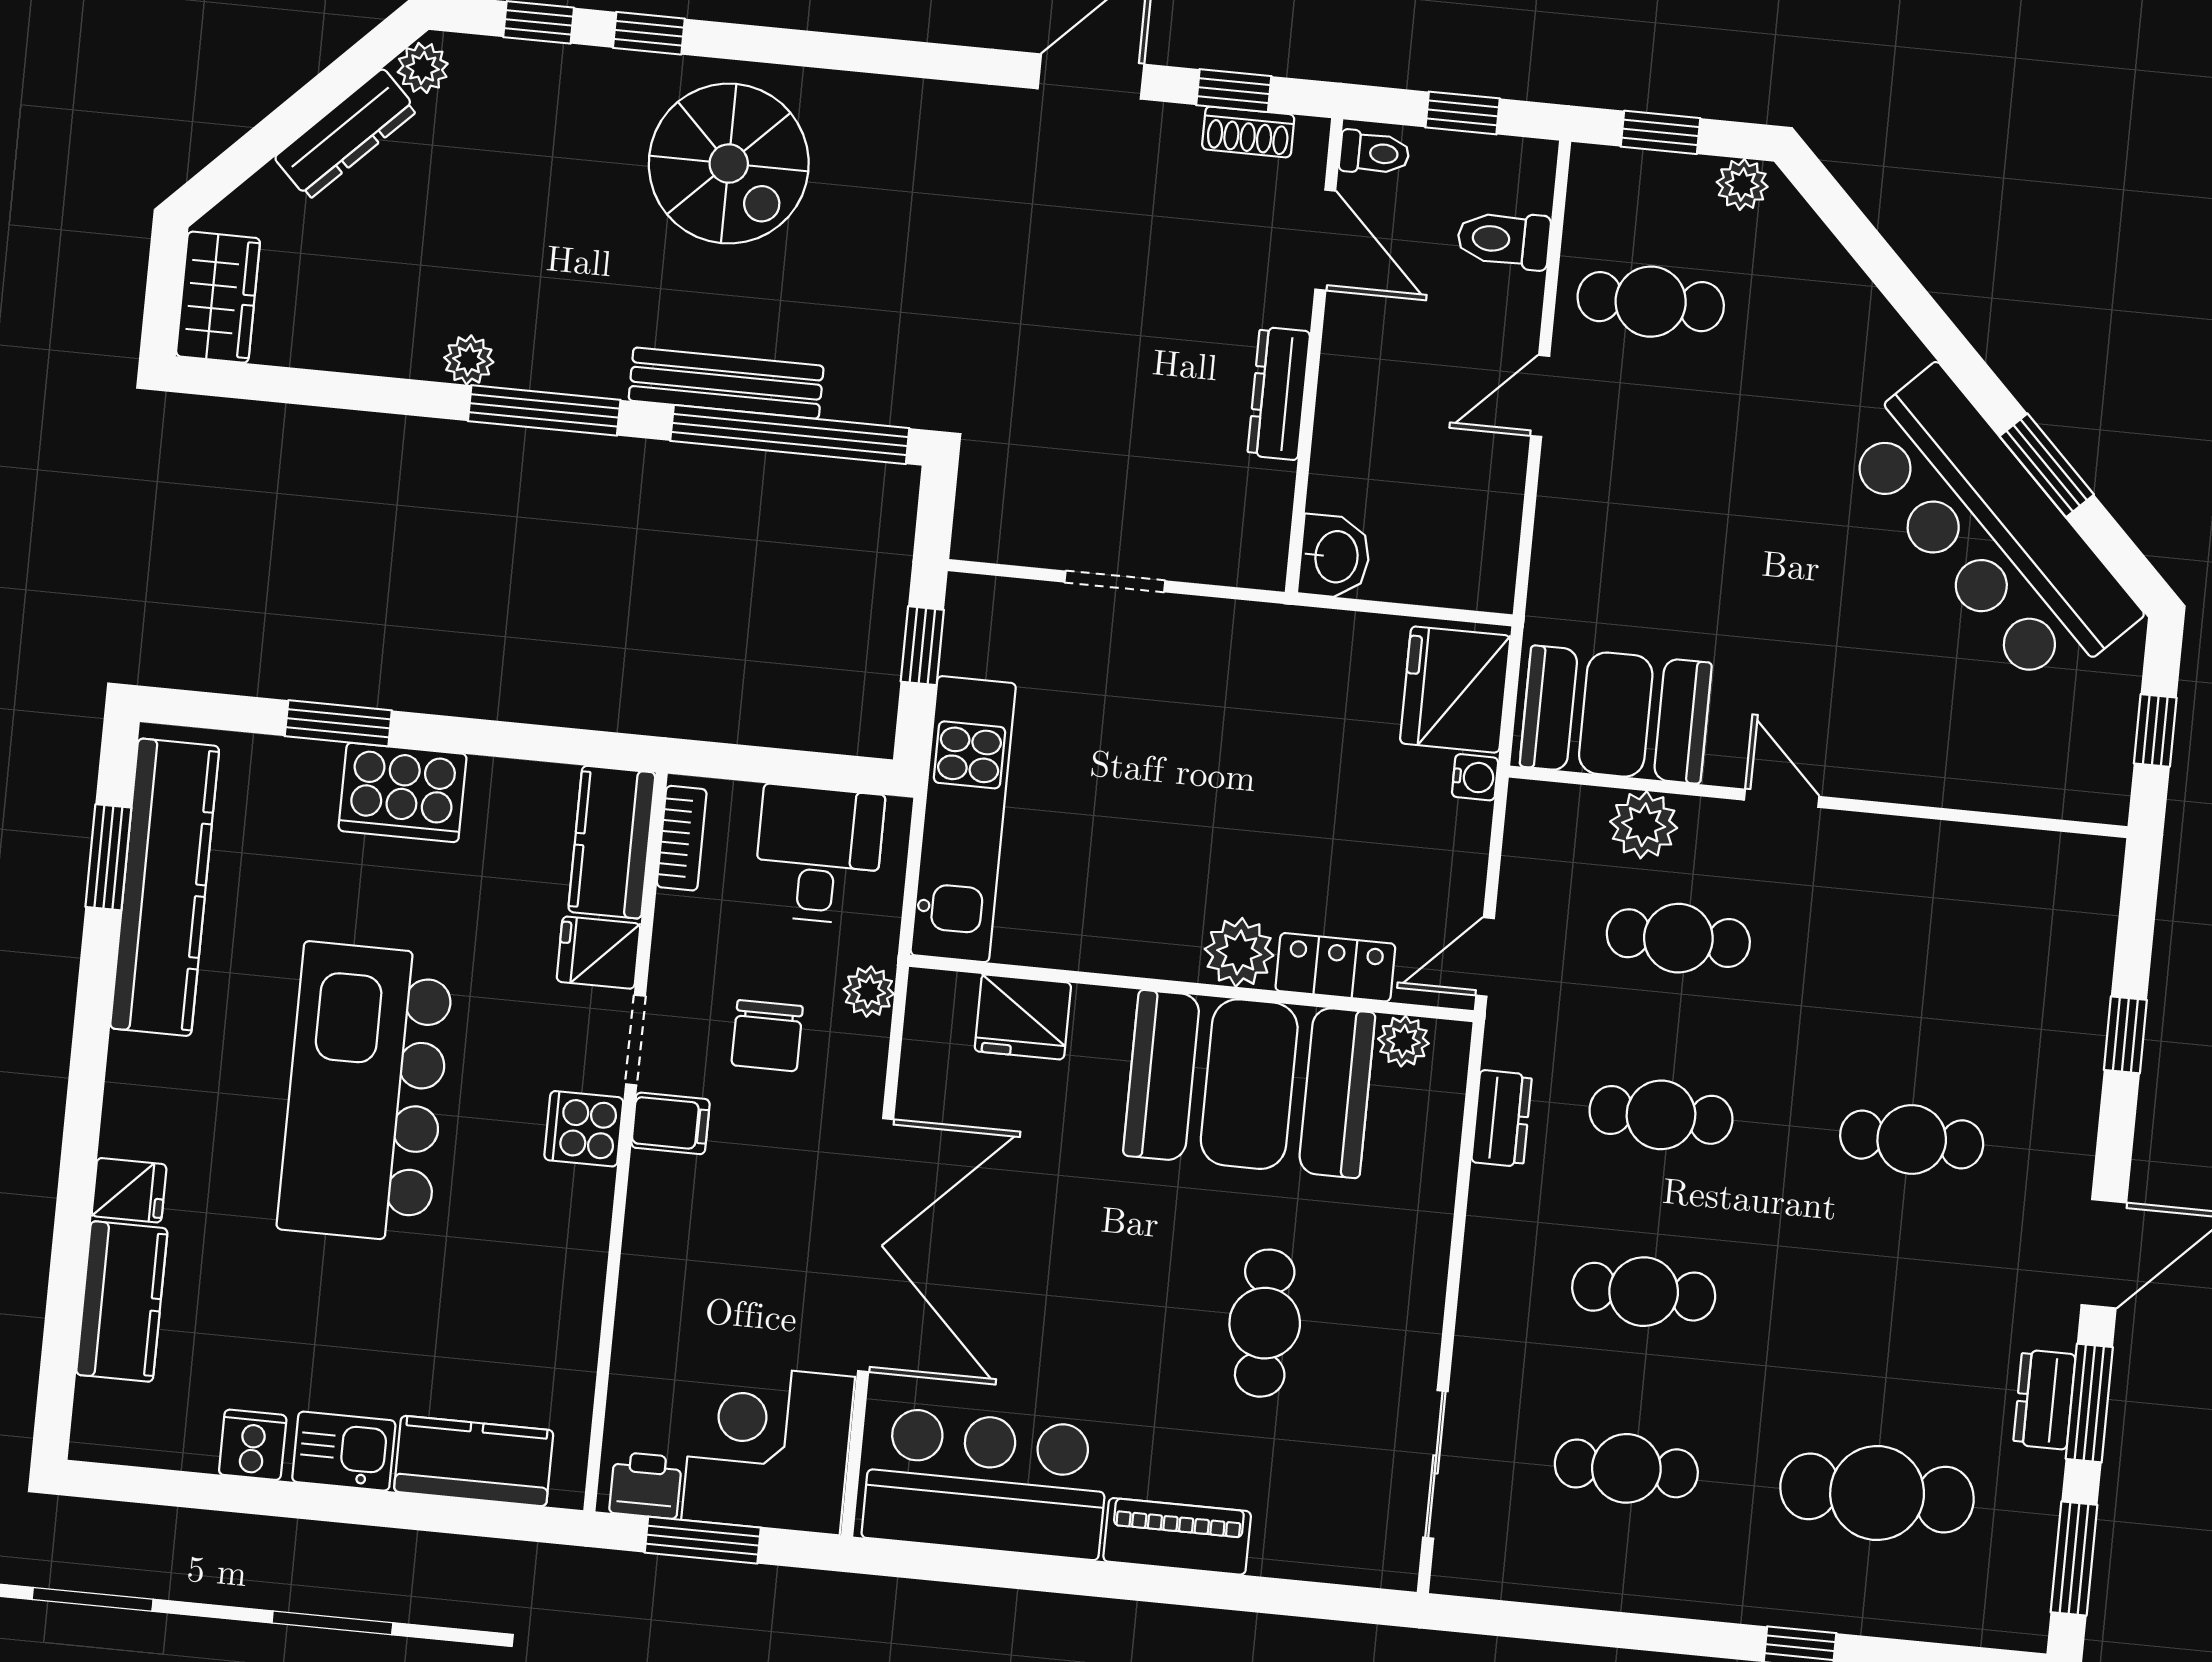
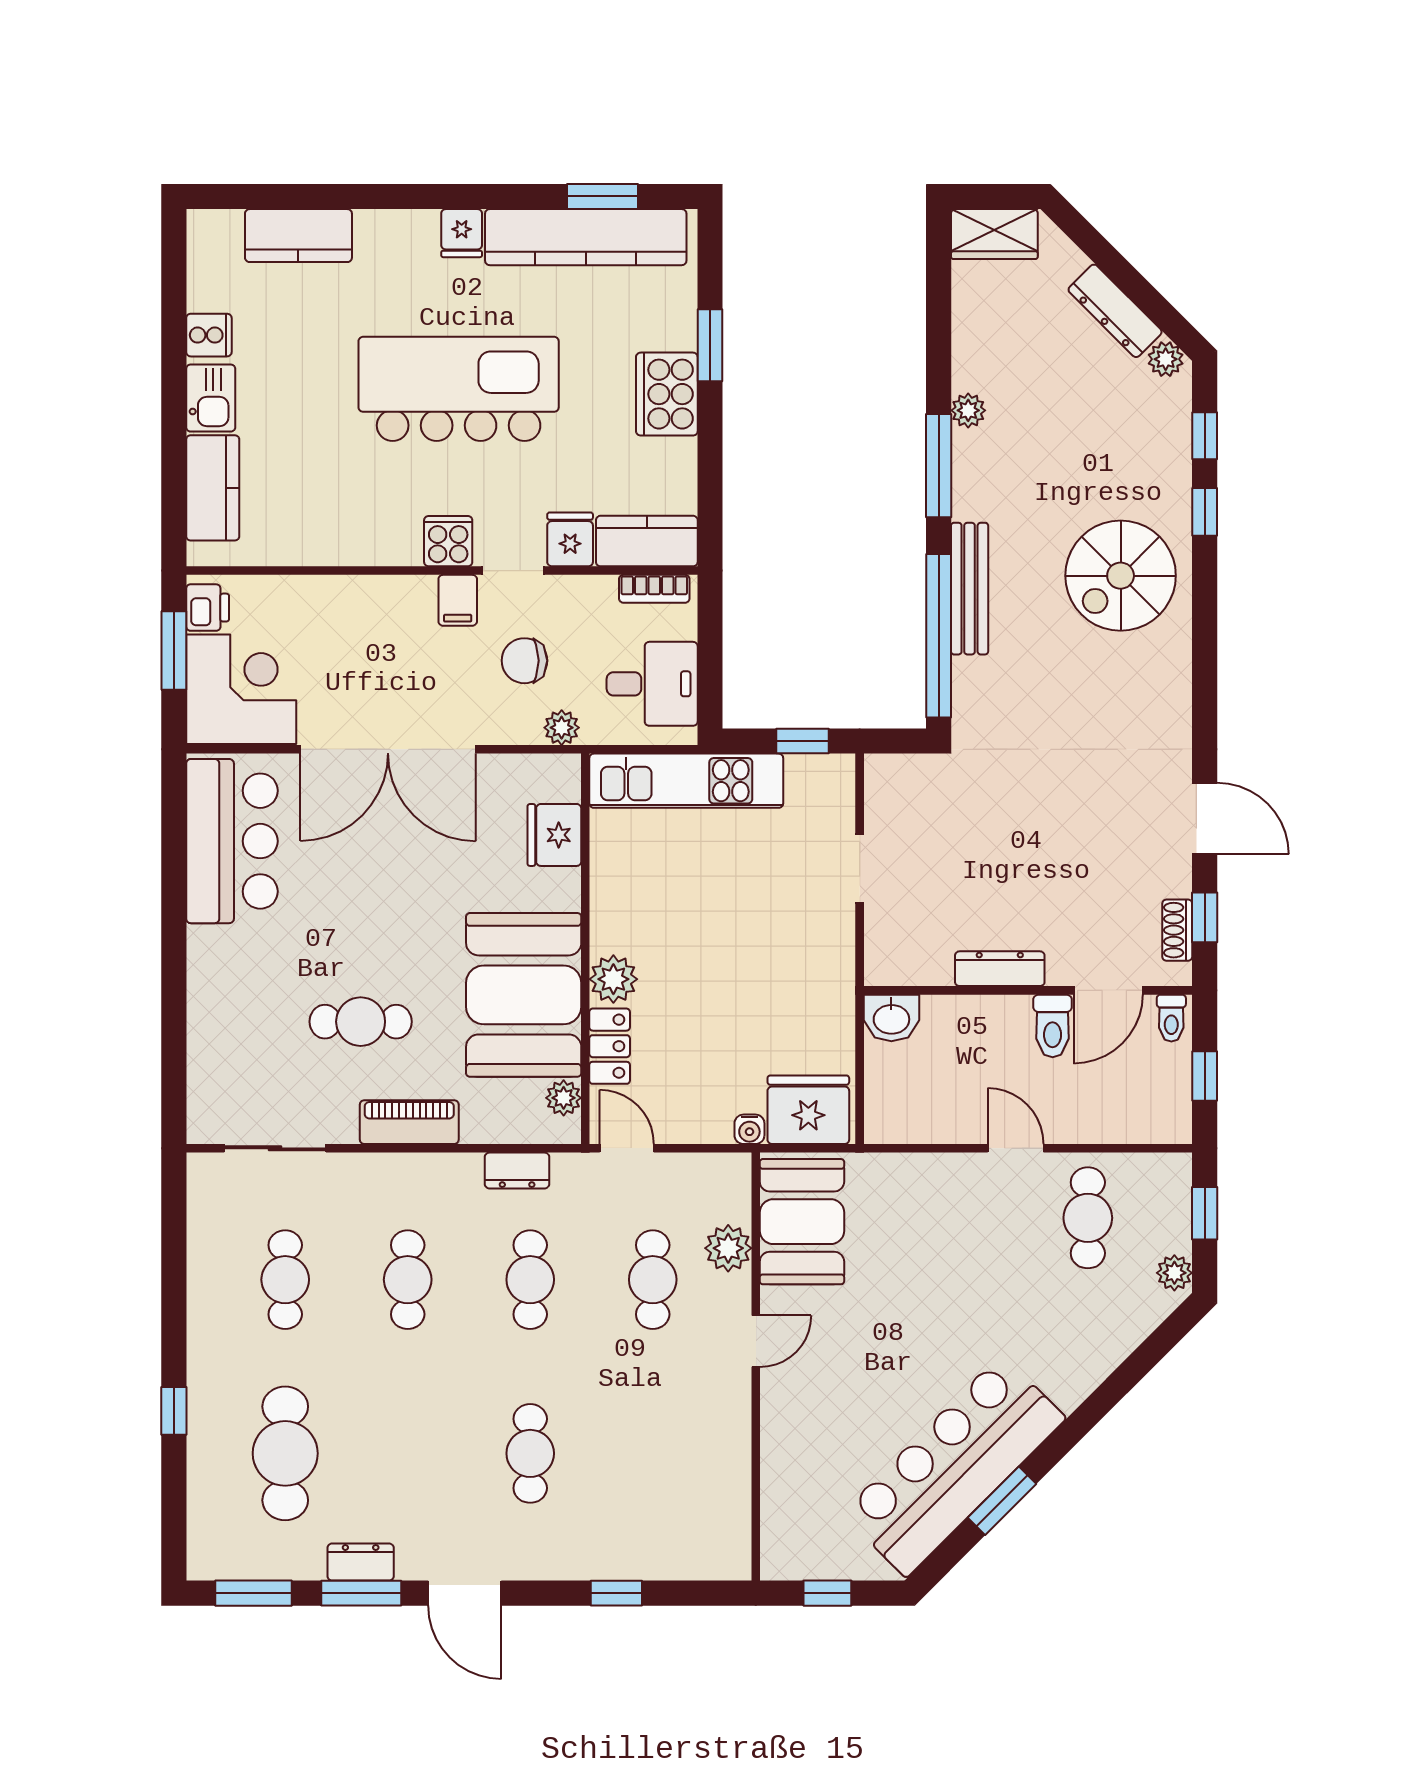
toilet: (1504, 240) -> (1053, 1026), moved, turned 180
fridge: (129, 1190) -> (462, 233), moved
piano: (1177, 1536) -> (409, 1122), moved, turned -90

